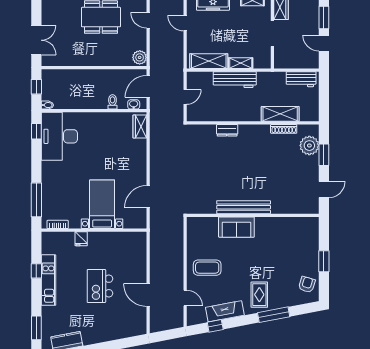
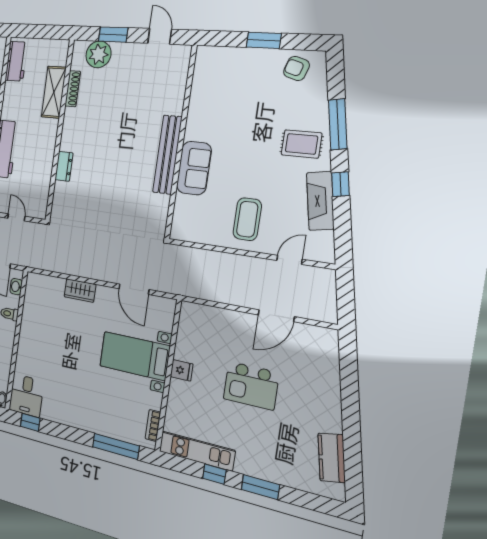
wardrobe: (140, 126) -> (80, 291), moved
desk: (59, 136) -> (26, 395), width x0.53, depth x0.77
fridge: (81, 239) -> (182, 370), moved
kitchen unit: (48, 280) -> (197, 451), moved
window: (215, 326) -> (340, 184), moved
window: (36, 328) -> (260, 487), moved

